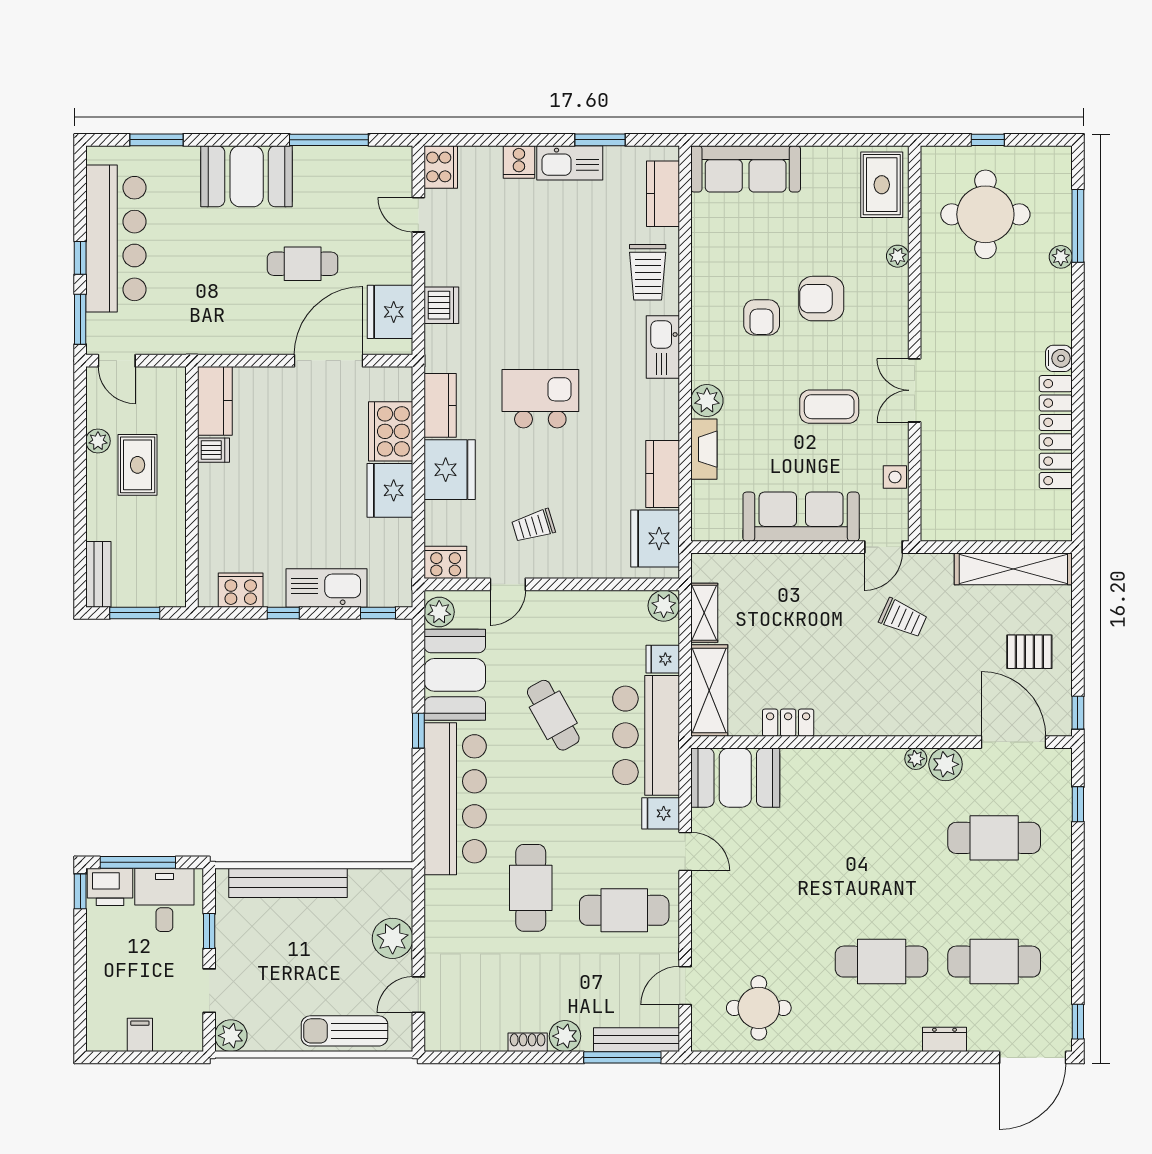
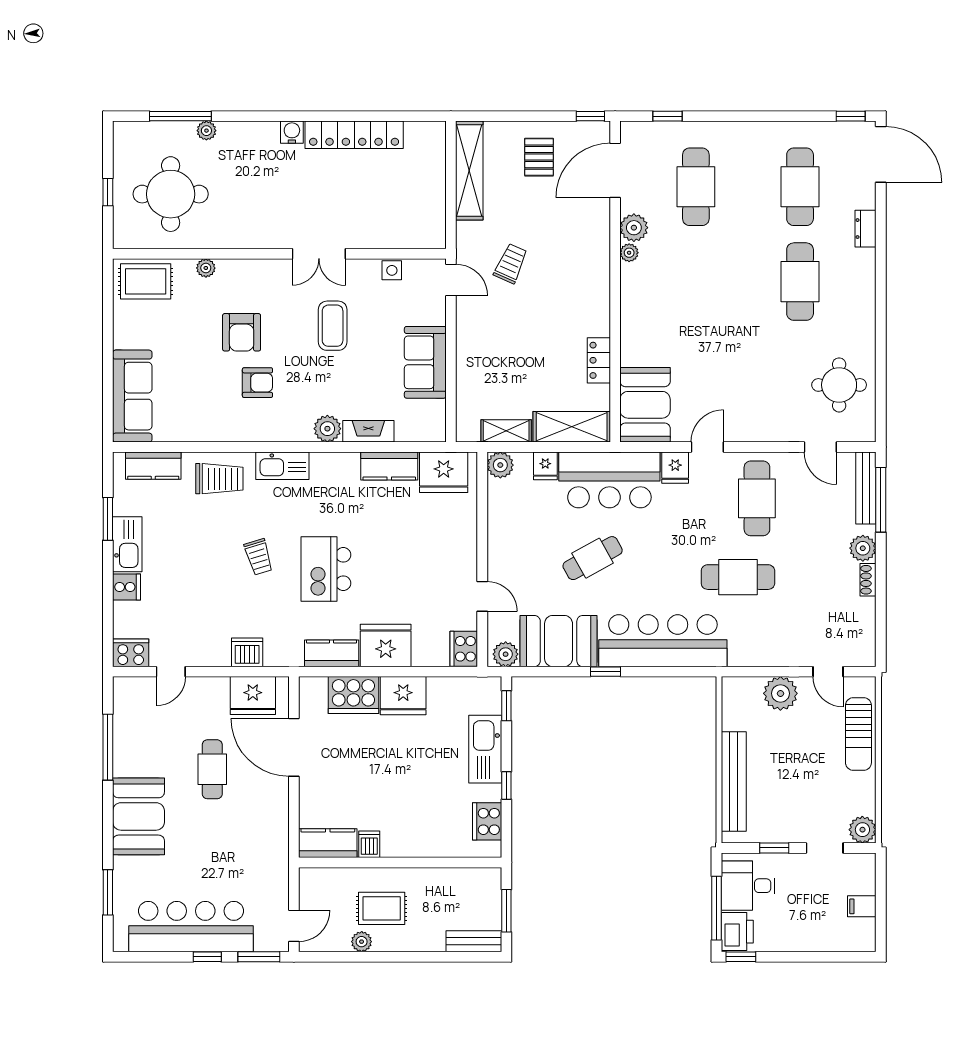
sofa: (801, 517) -> (425, 362), width x0.73
trolley: (533, 526) -> (259, 557), moved

